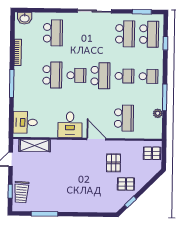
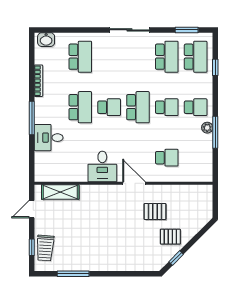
plant: (158, 113) -> (207, 128), moved
school desk: (124, 118) -> (167, 158), width x0.54
desk: (25, 122) -> (49, 138), moved
pallet: (152, 153) -> (201, 199), removed
pallet: (113, 163) -> (155, 212), turned 90

